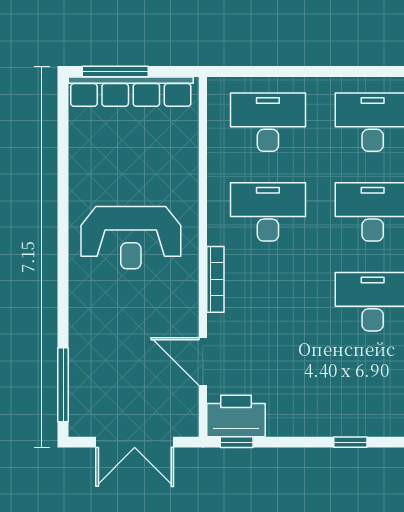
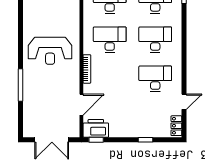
door: (203, 361) -> (81, 105), swing flipped
window: (63, 385) -> (21, 85), moved

